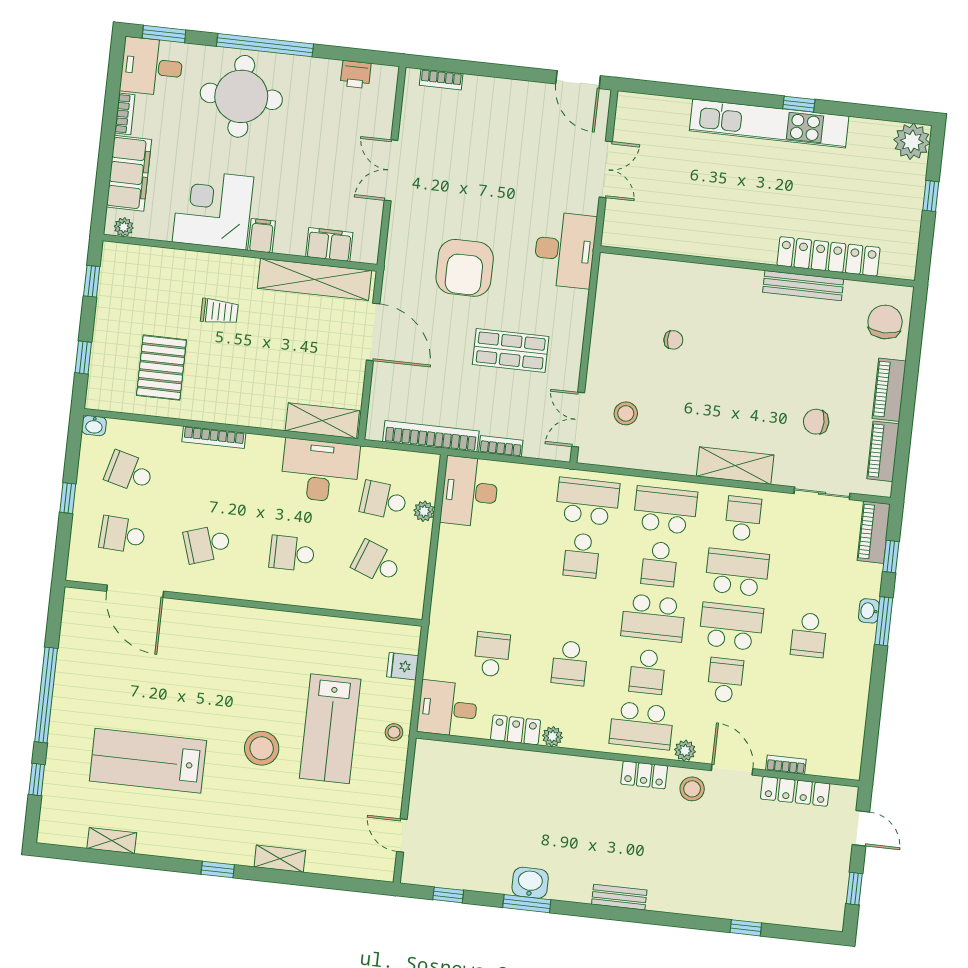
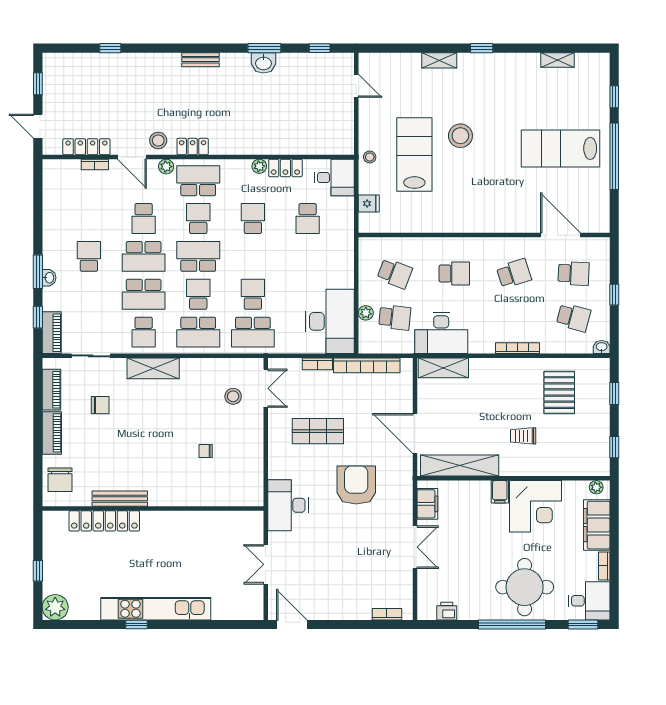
filing cabinet: (329, 245) -> (427, 504), moved, turned -90
desk: (470, 492) -> (330, 321), width x1.36, depth x1.30
lab bench: (148, 761) -> (560, 148), moved, turned 180

